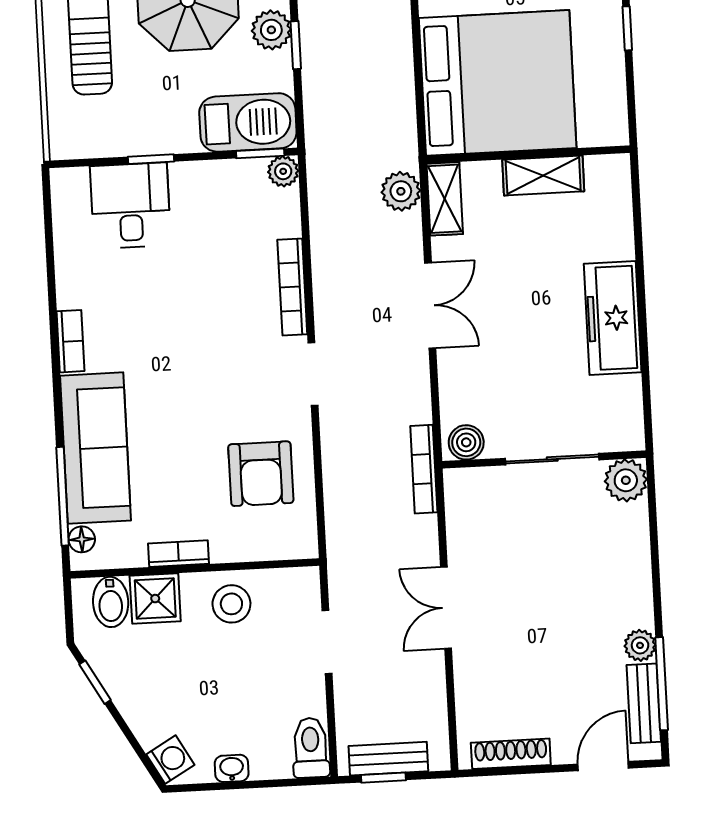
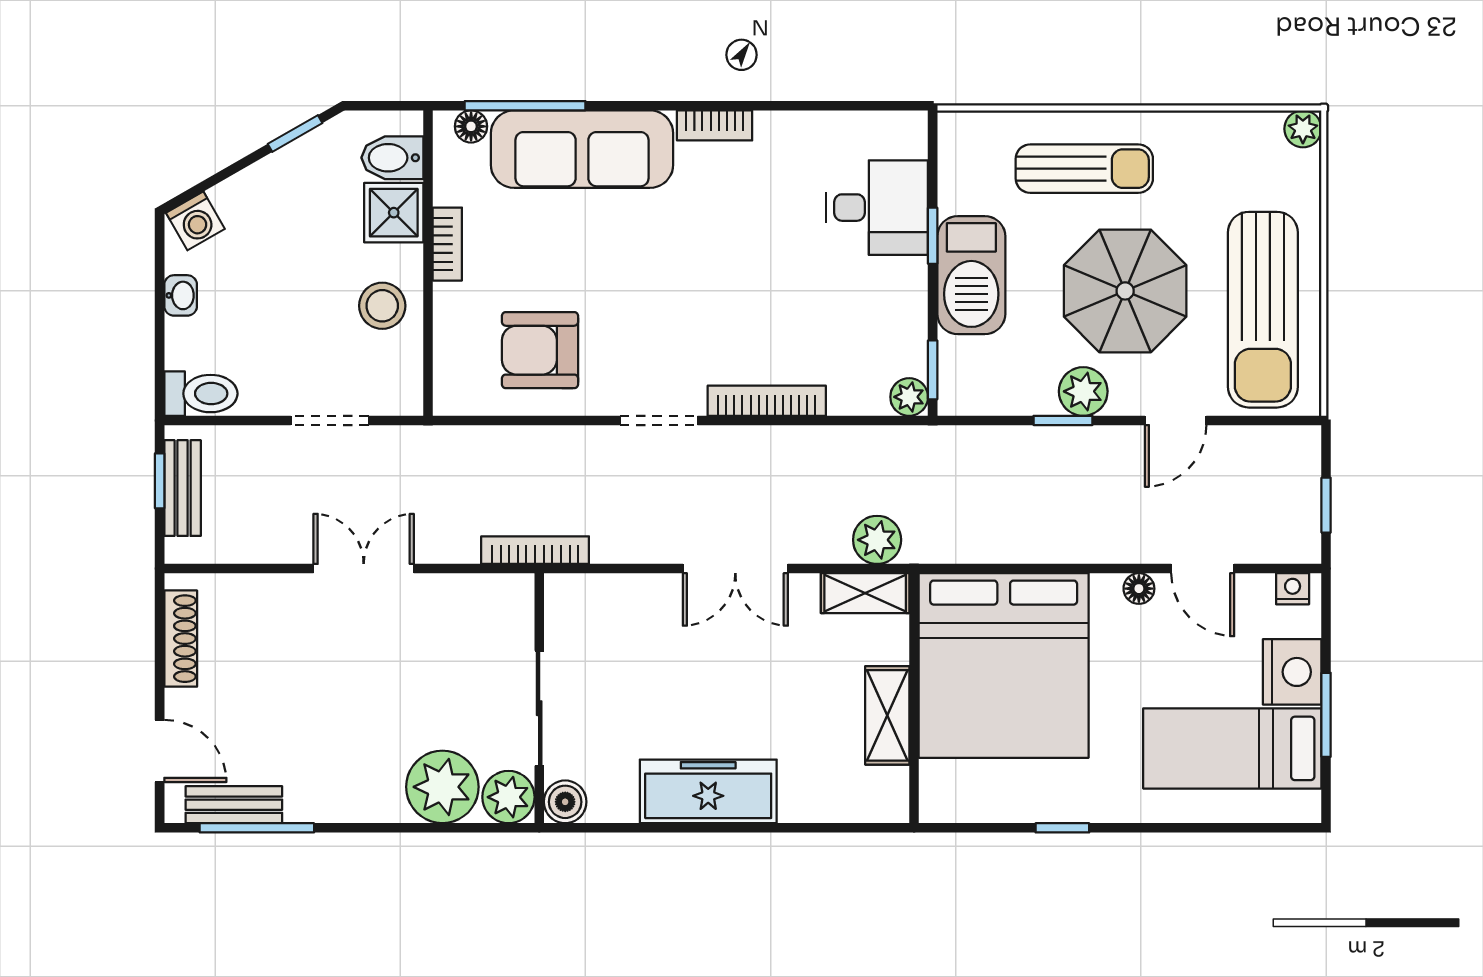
barbecue: (248, 122) -> (971, 275), moved
boiler: (466, 442) -> (565, 802), moved
plant: (640, 645) -> (442, 787), moved, width x1.87, depth x1.87

